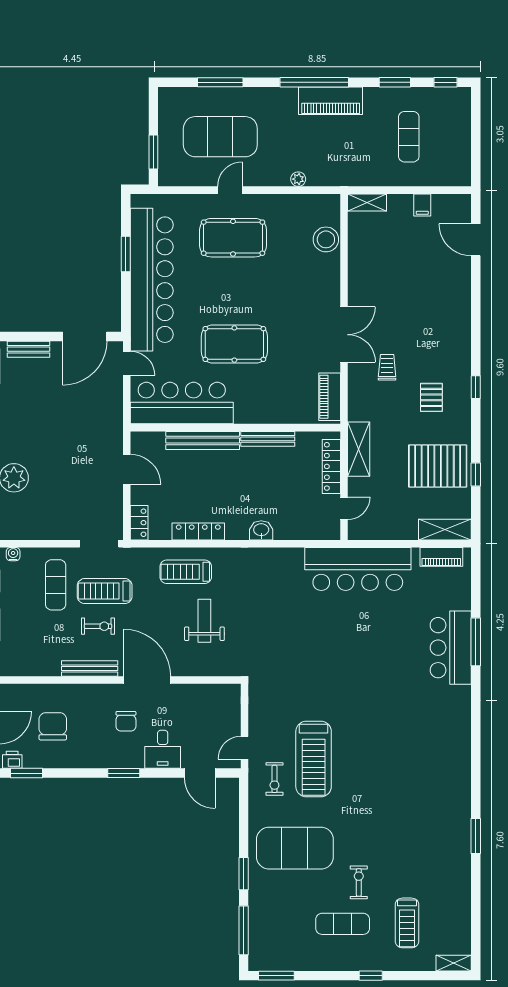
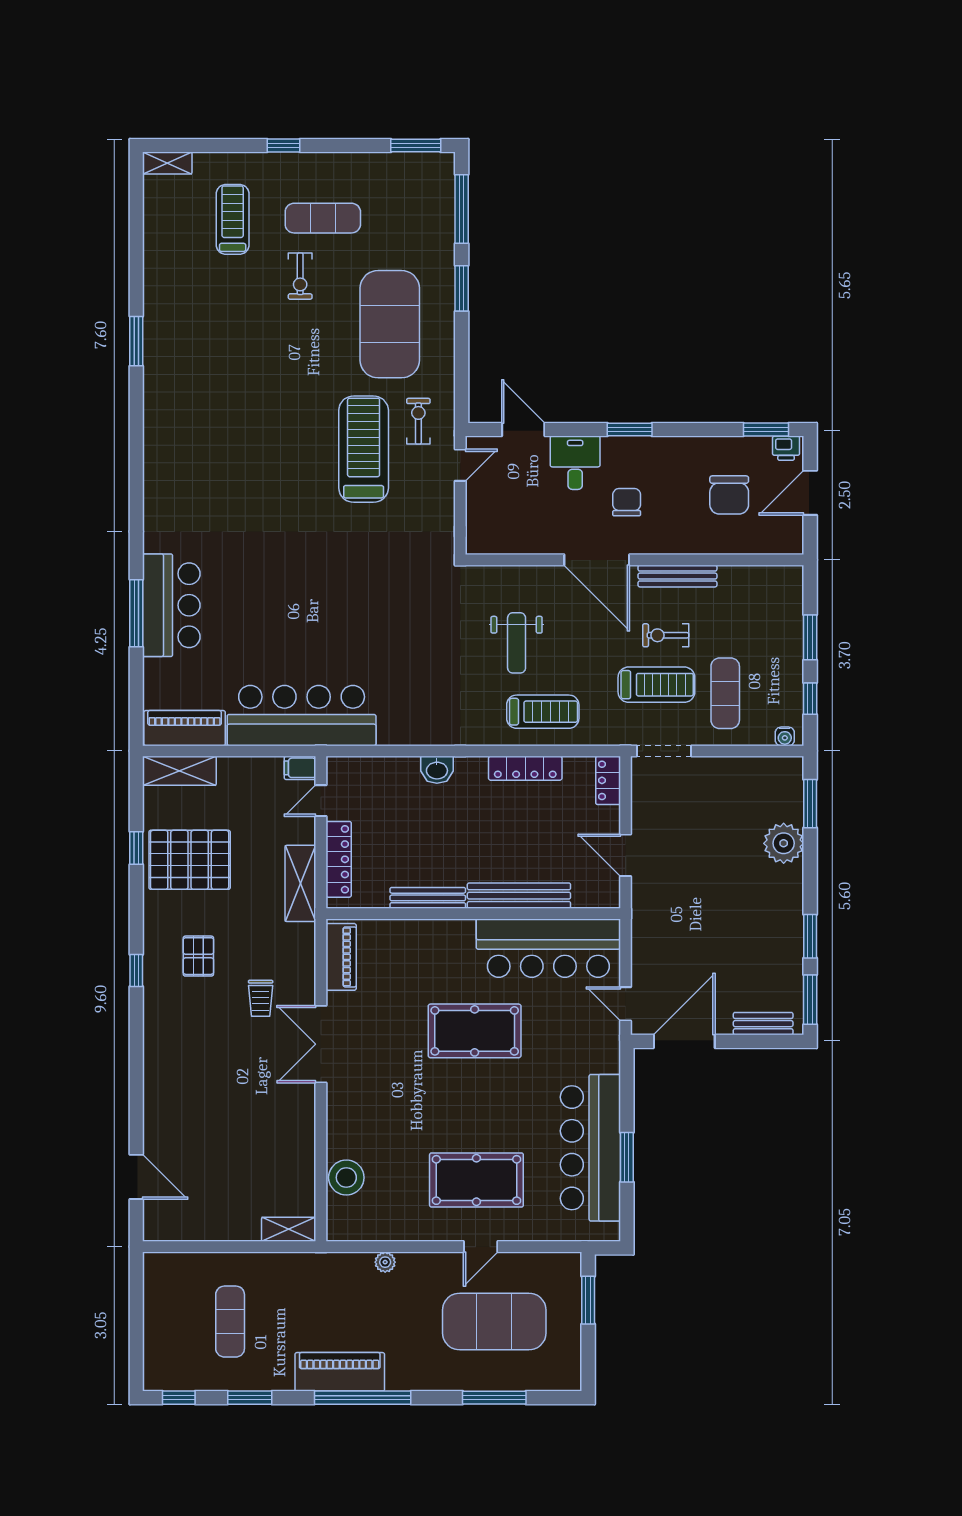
filing cabinet: (422, 205) -> (300, 768), moved, turned -90
bar counter: (152, 280) -> (590, 1148), width x0.73
piano: (441, 557) -> (185, 728), width x1.37, depth x1.33
exercise mat: (295, 848) -> (390, 324), turned 90

